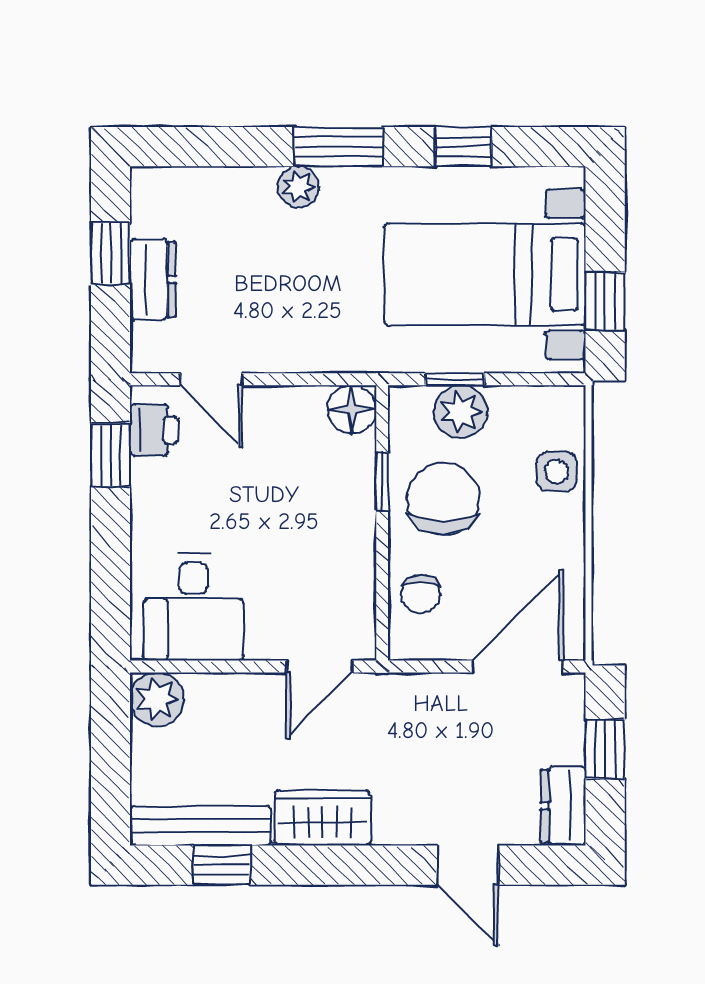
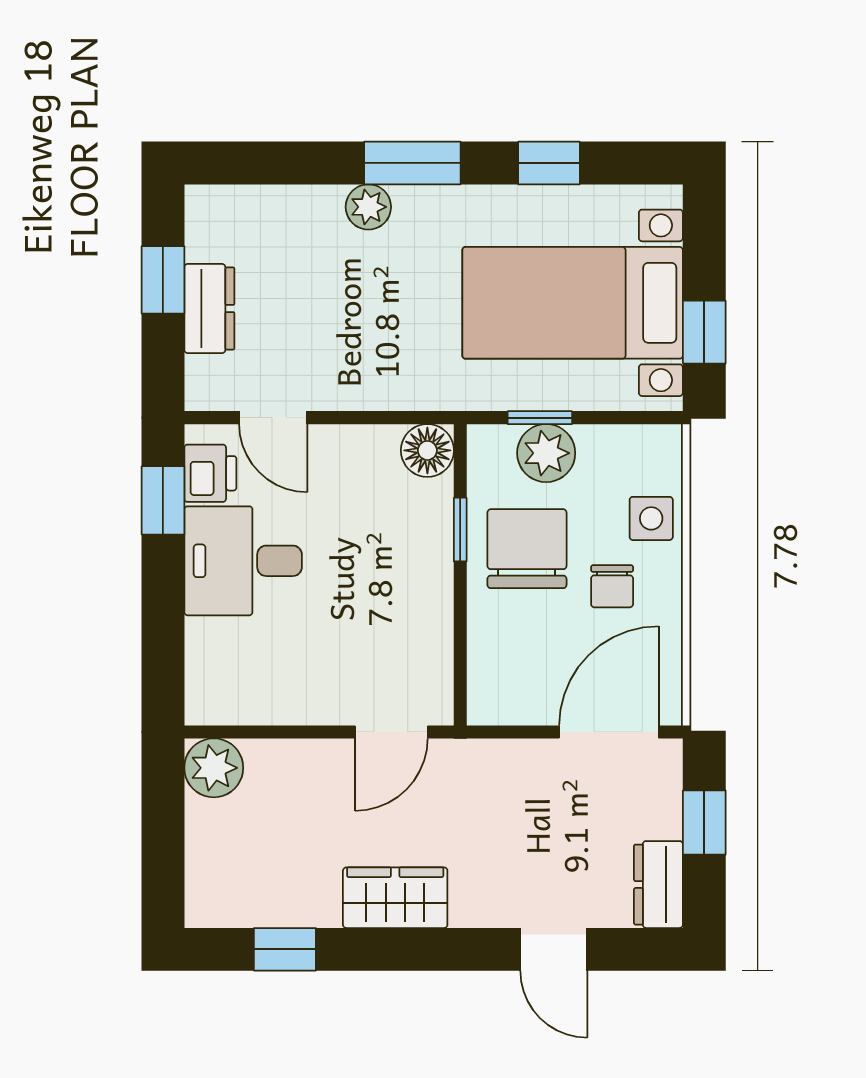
chair: (421, 594) -> (612, 586), moved
desk: (193, 607) -> (243, 561), moved, turned 90
bench: (201, 826) -> (261, 906), removed

